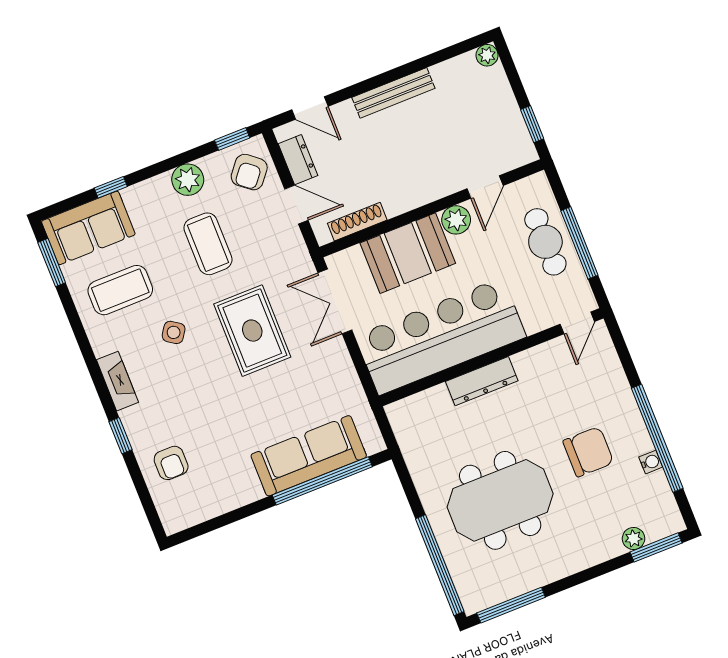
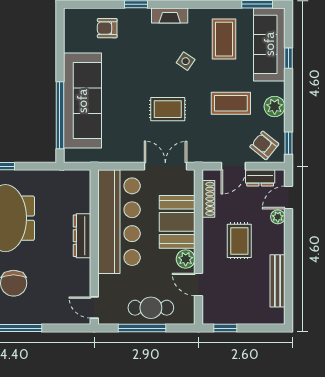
plant: (487, 55) -> (278, 217), moved
bench: (393, 93) -> (278, 281), moved
rug: (400, 154) -> (239, 241), added
sofa: (88, 228) -> (269, 44), width x1.36
rug: (252, 331) -> (168, 109), width x0.73, depth x0.70
sofa: (309, 456) -> (82, 101), width x1.36, depth x1.27

